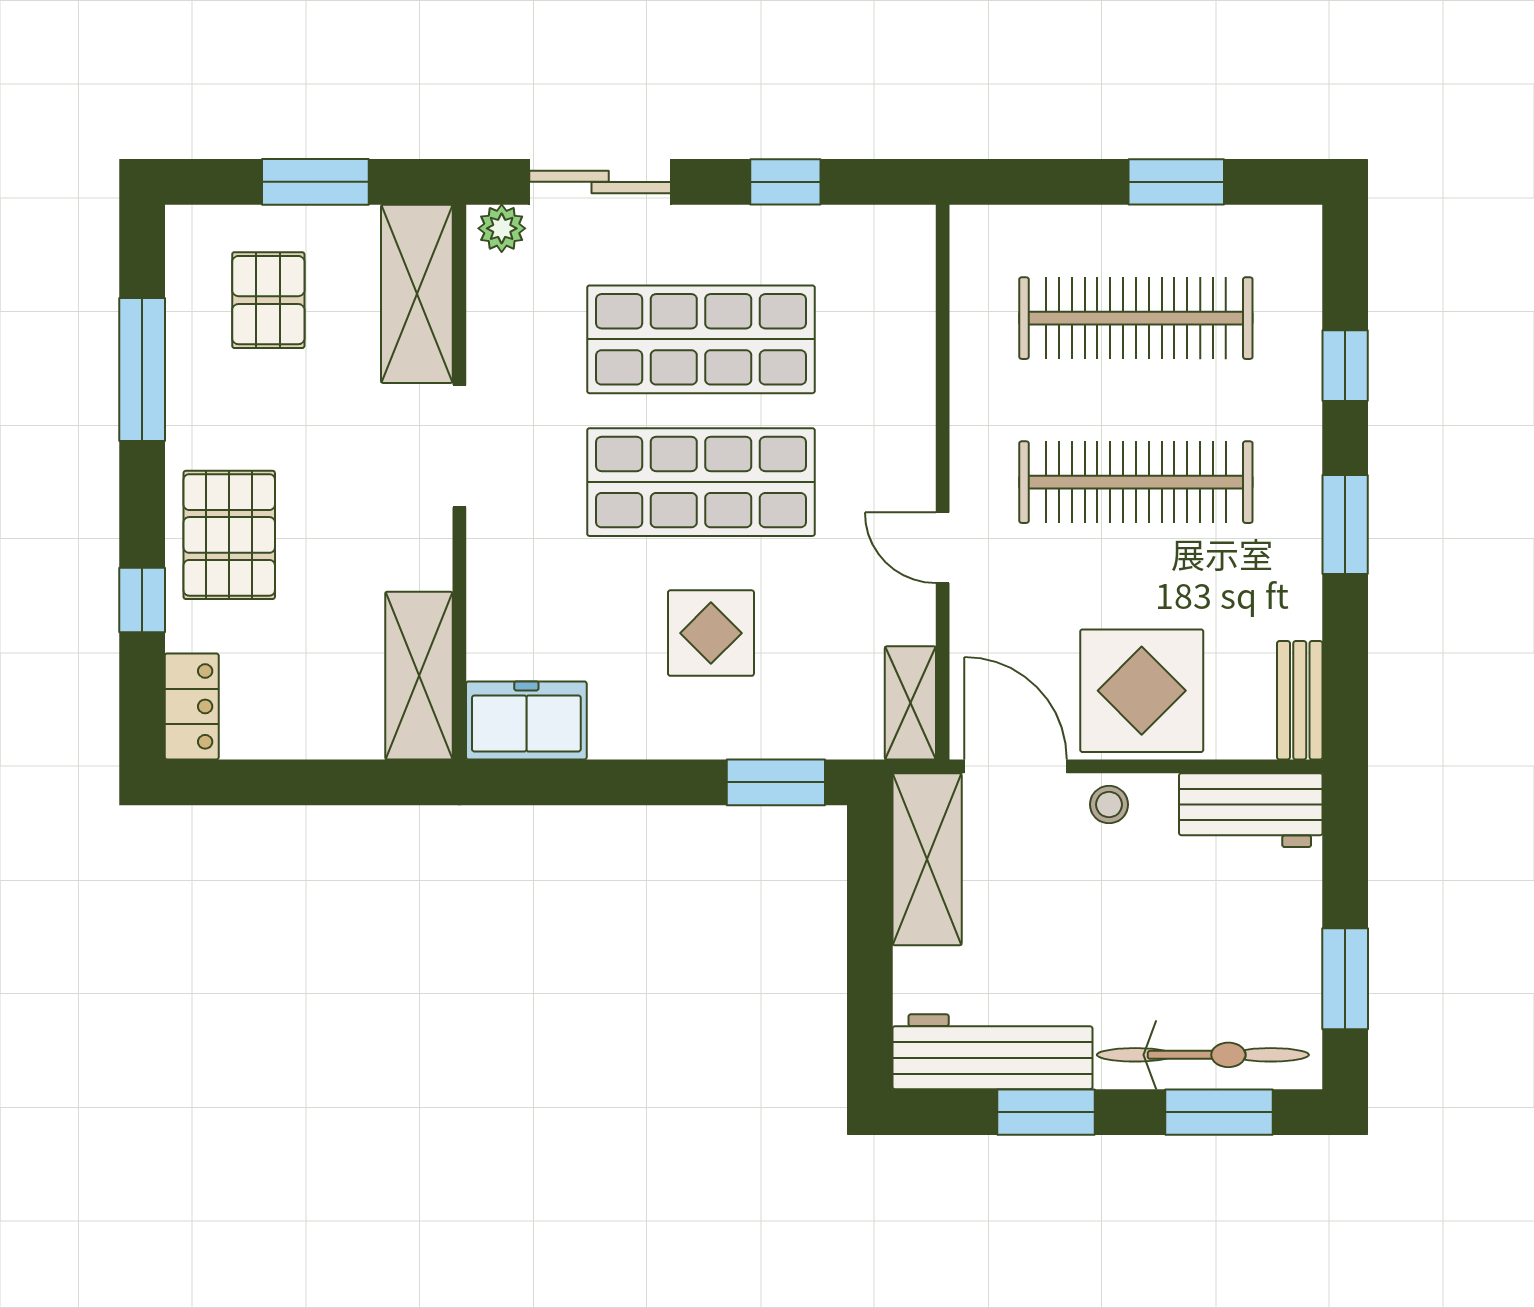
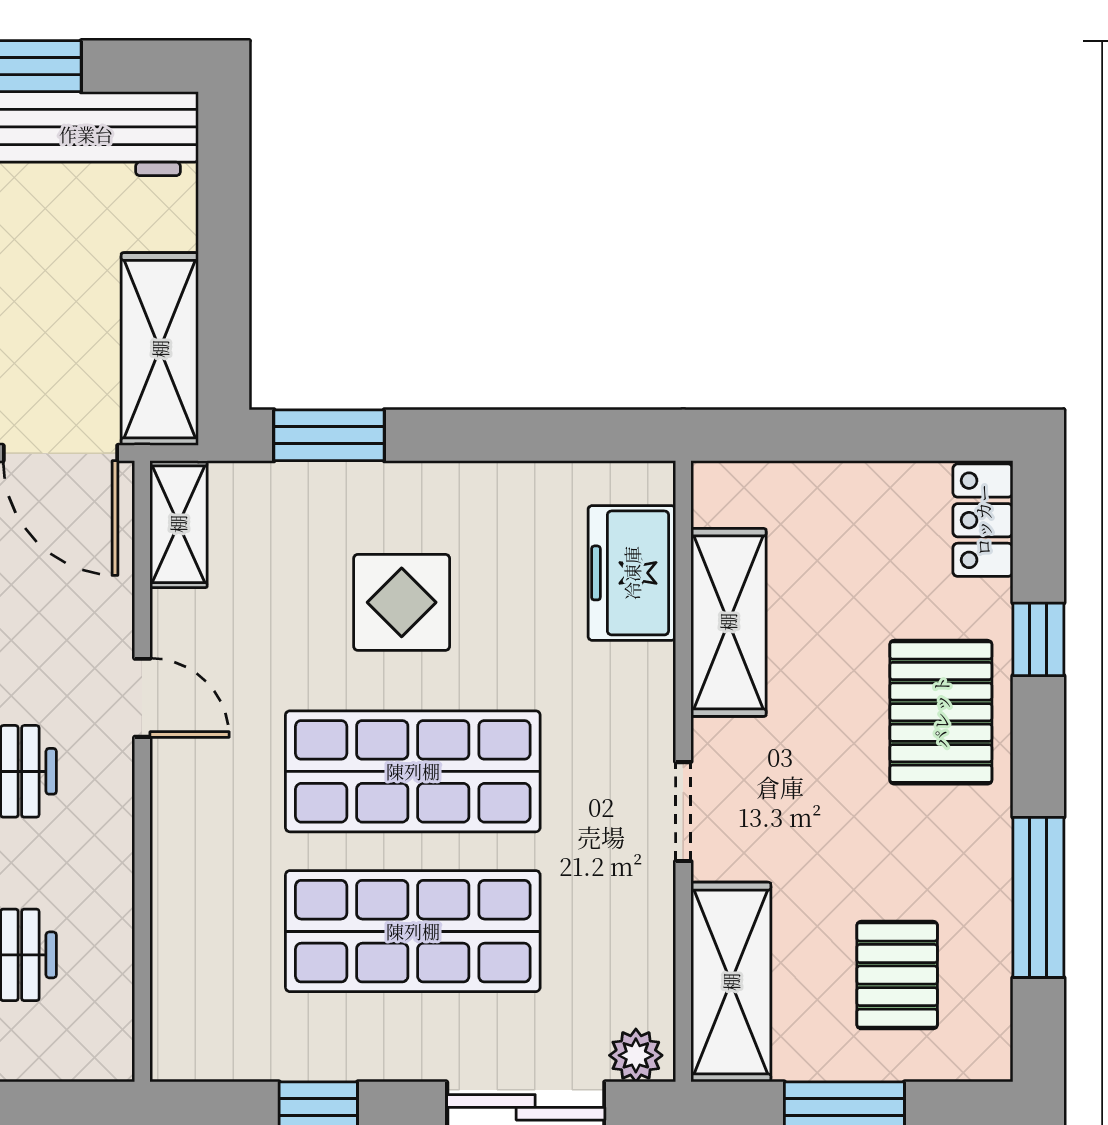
doorway: (459, 446) -> (683, 812), width x0.73
shelving: (419, 676) -> (728, 622), moved
freezer: (526, 720) -> (632, 573), moved, turned 90

